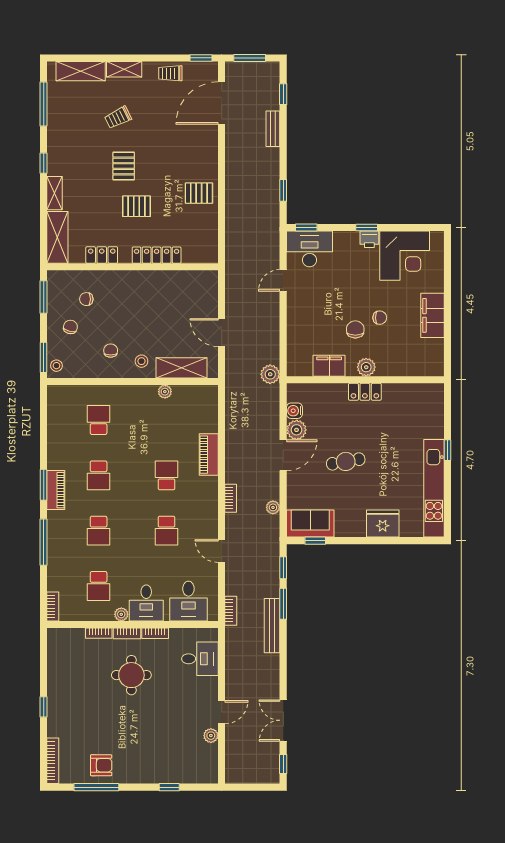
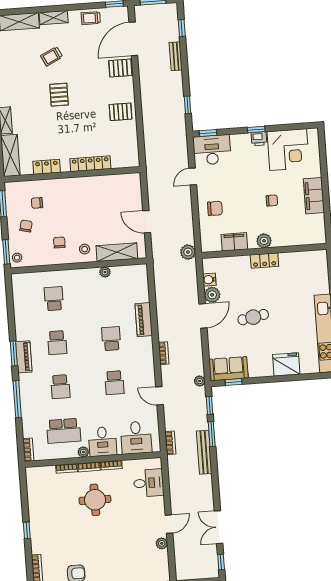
pallet: (137, 206) -> (120, 68), moved
chair: (355, 329) -> (215, 208), moved, turned 90
plant: (273, 507) -> (200, 381), moved
school desk: (99, 586) -> (64, 431), width x1.85

